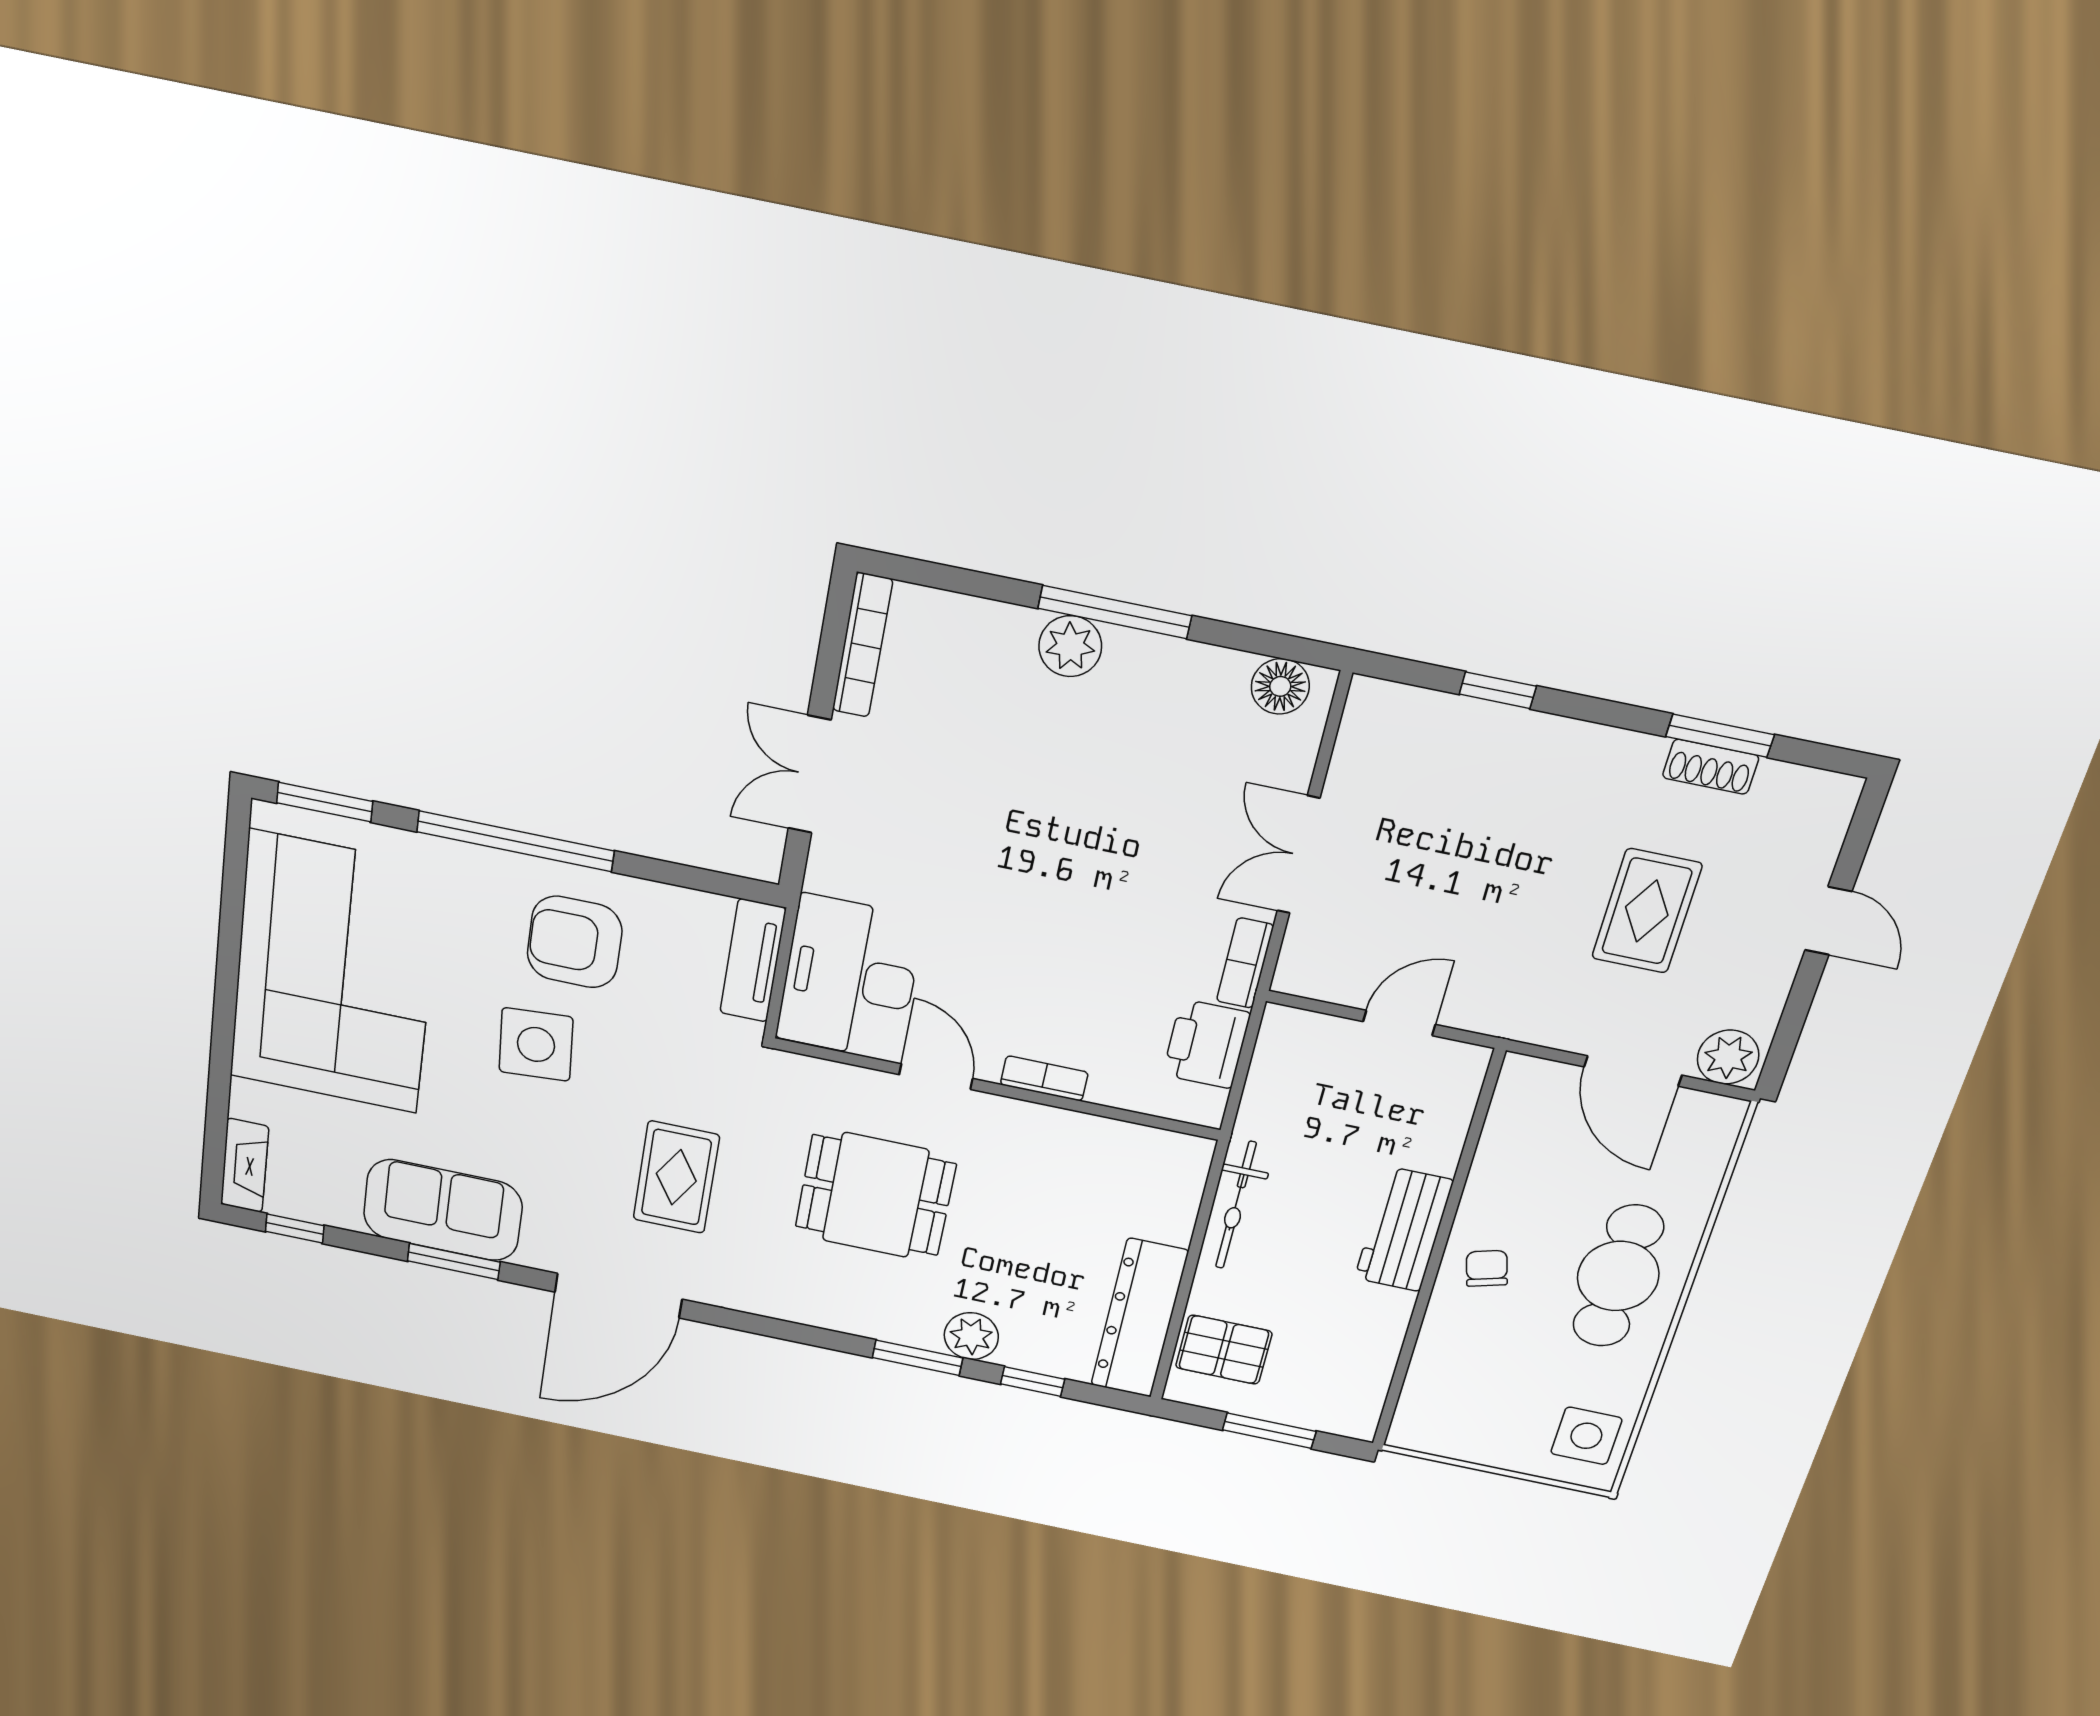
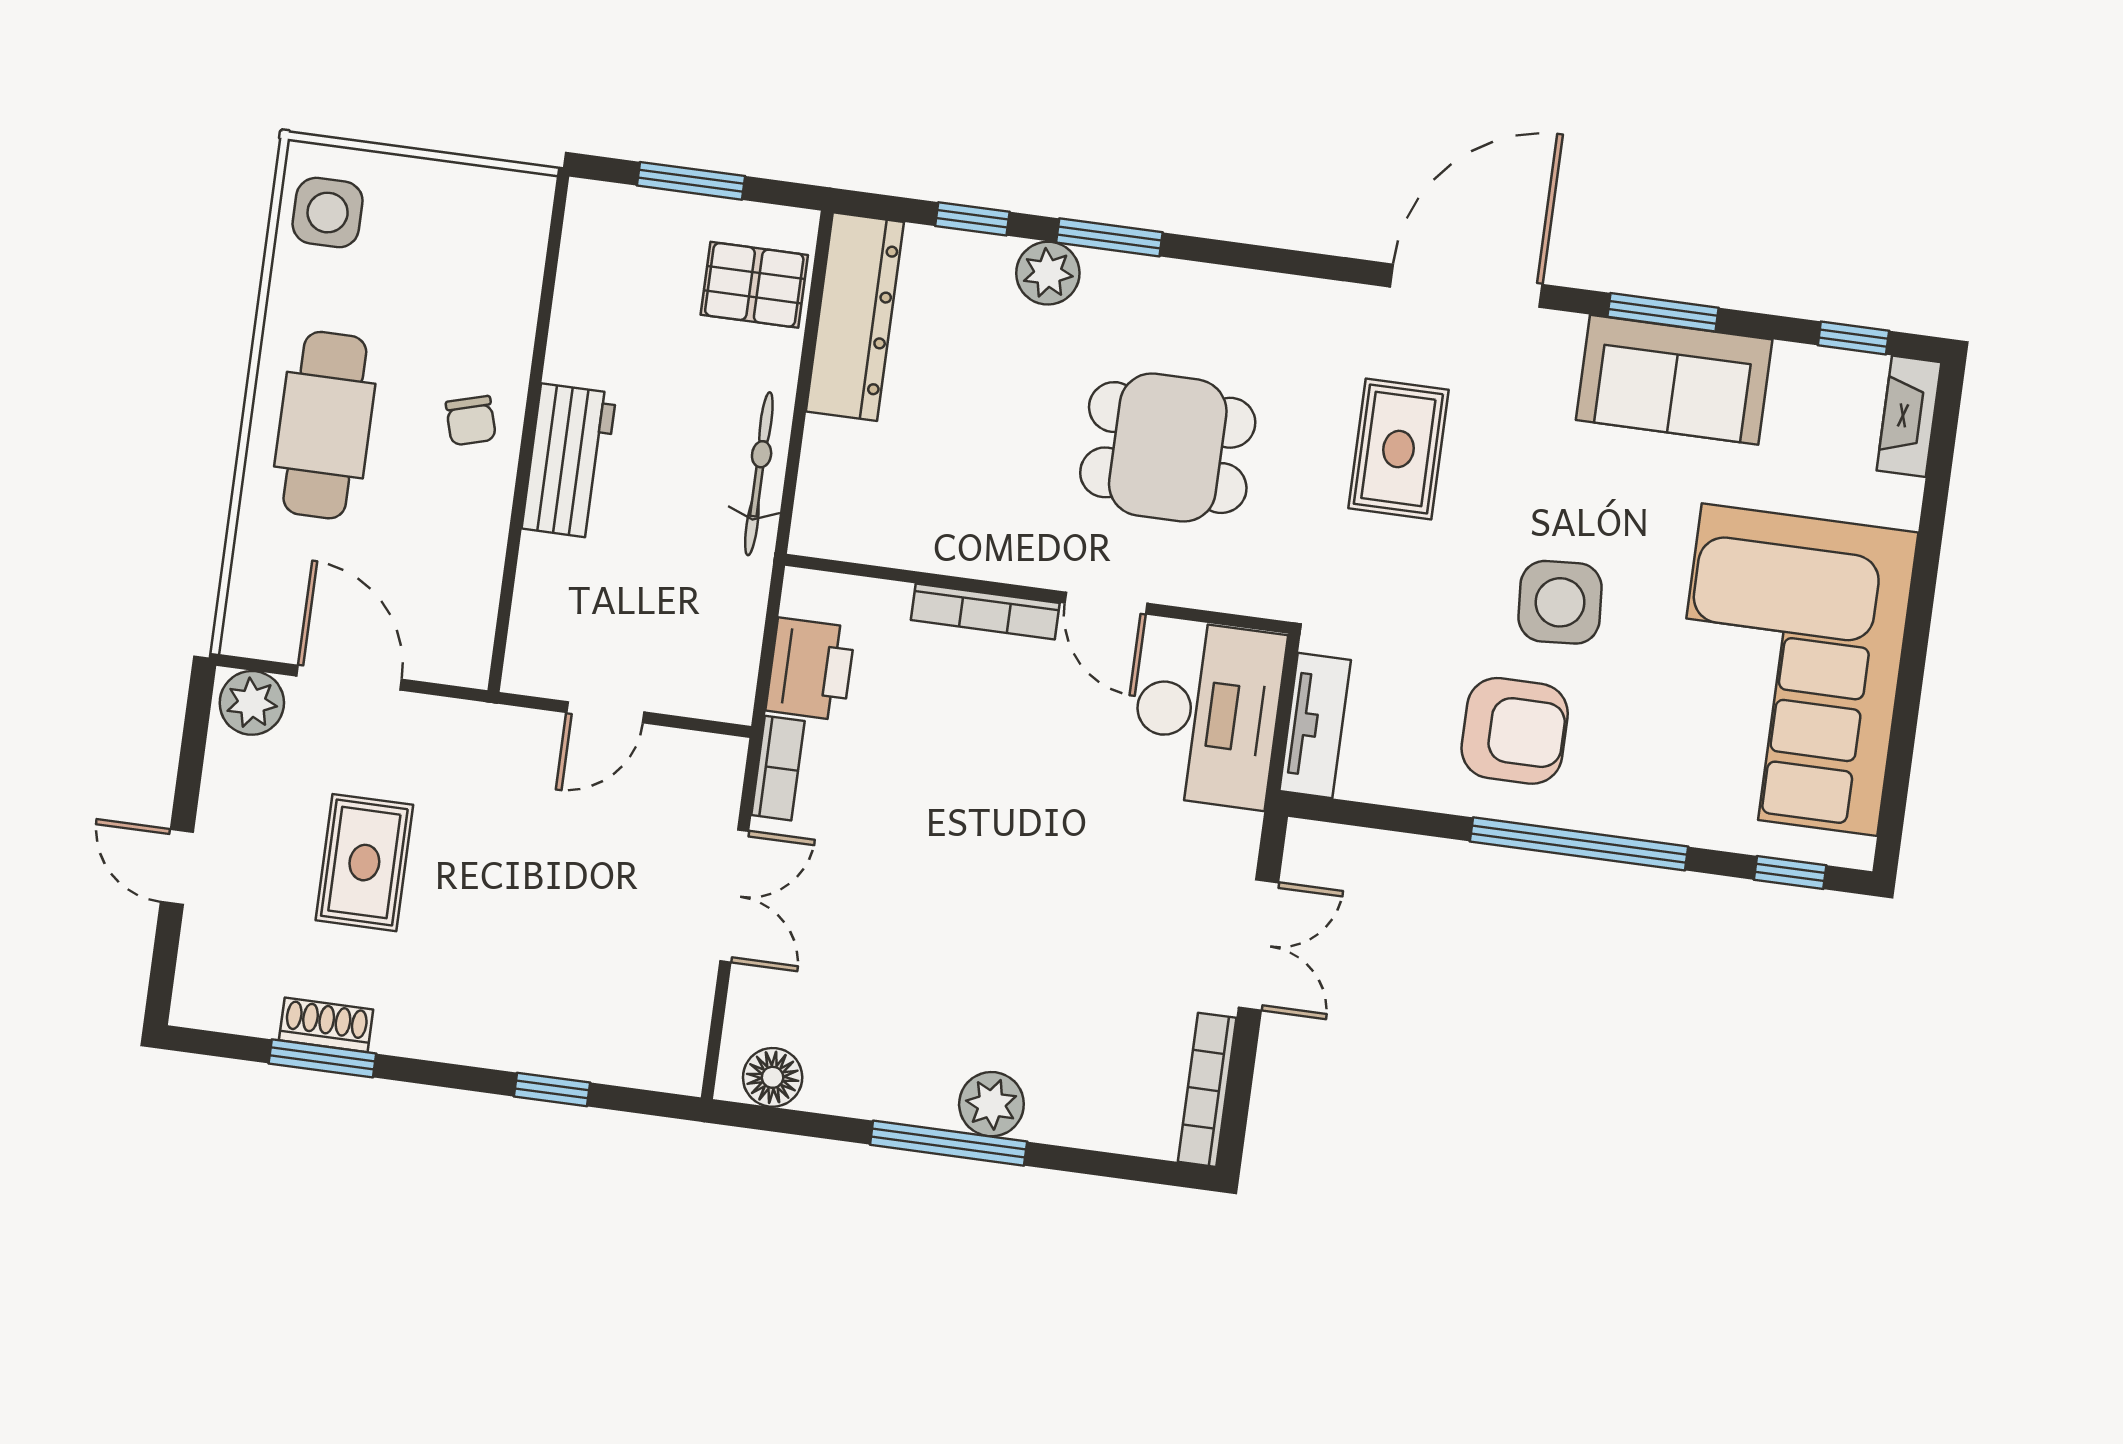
window: (325, 802) -> (1790, 872), width x0.67
bookcase: (1044, 1078) -> (985, 612), width x1.56

